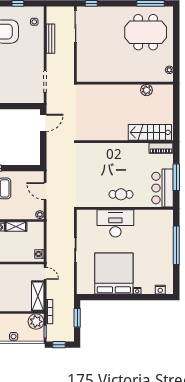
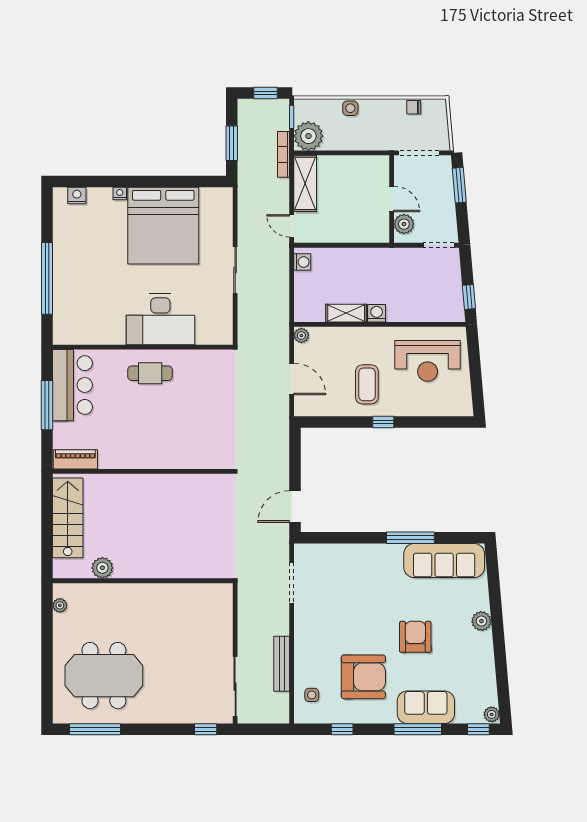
stairs: (150, 132) -> (68, 518), moved, turned -90

